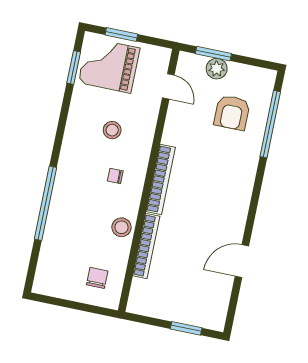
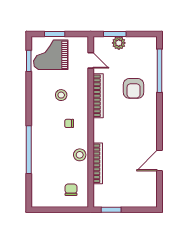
armchair: (232, 113) -> (134, 88), moved
bookcase: (161, 179) -> (98, 96), moved
window: (186, 328) -> (111, 210), moved

